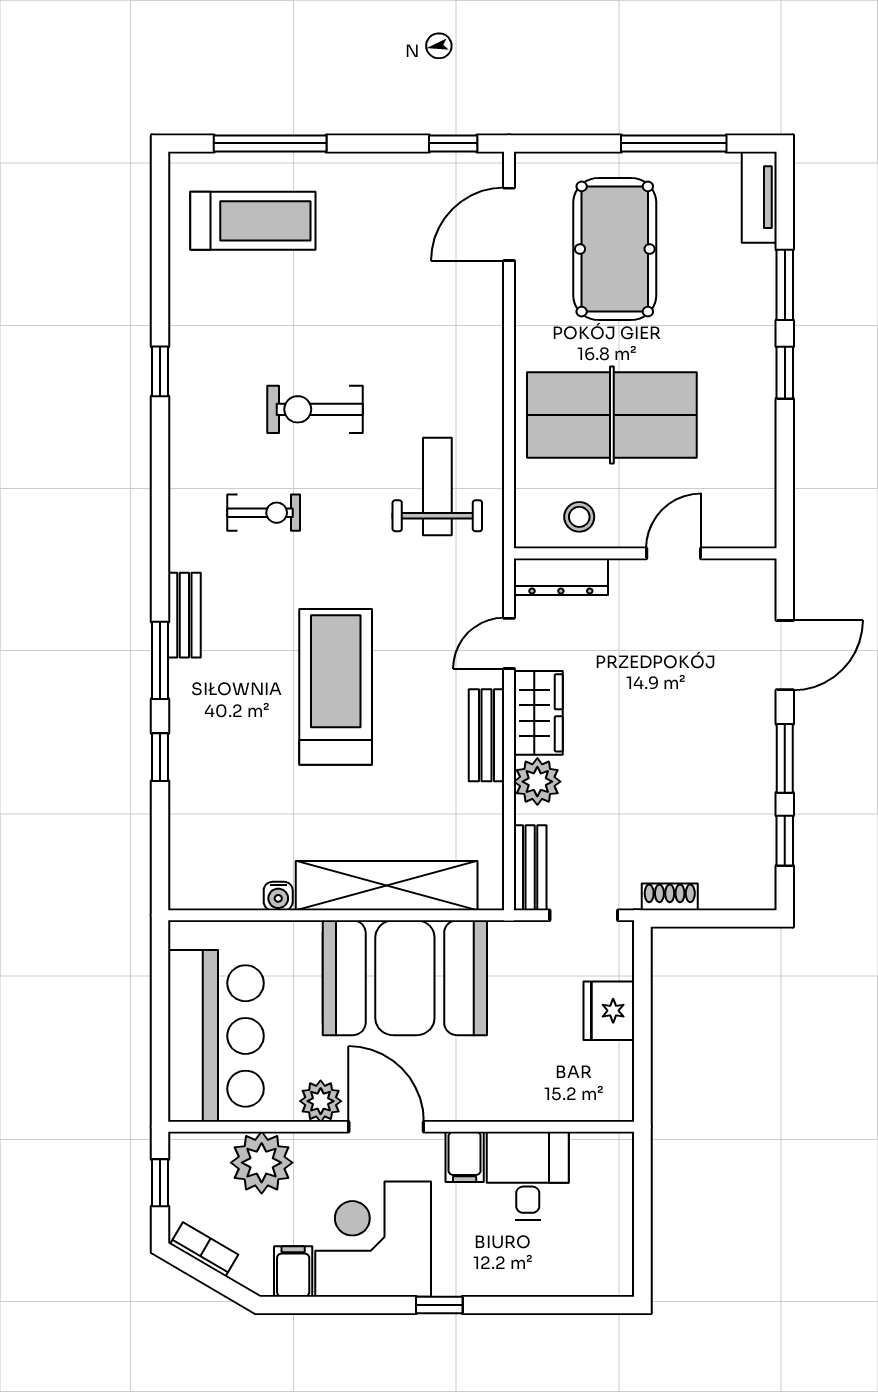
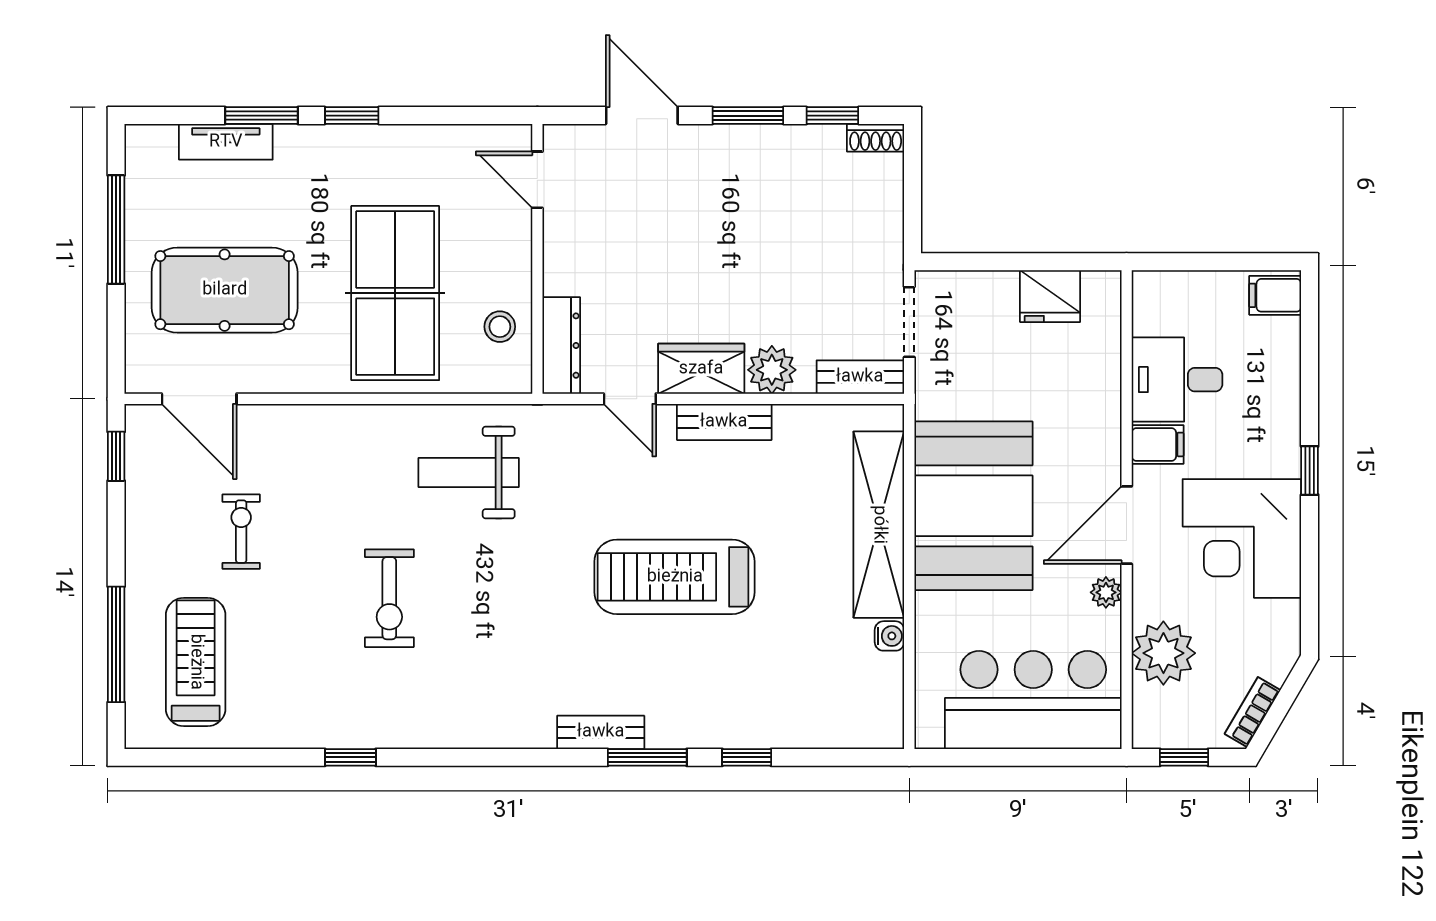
tv unit: (759, 197) -> (226, 142), moved
exercise bike: (264, 513) -> (241, 532), moved
door: (674, 553) -> (537, 180), moved
shoe rack: (670, 897) -> (876, 138), moved, turned -90
fridge: (609, 1011) -> (1050, 296), moved
plant: (321, 1101) -> (1106, 592), width x0.73, depth x0.73
filing cabinet: (293, 1271) -> (1275, 295), moved

